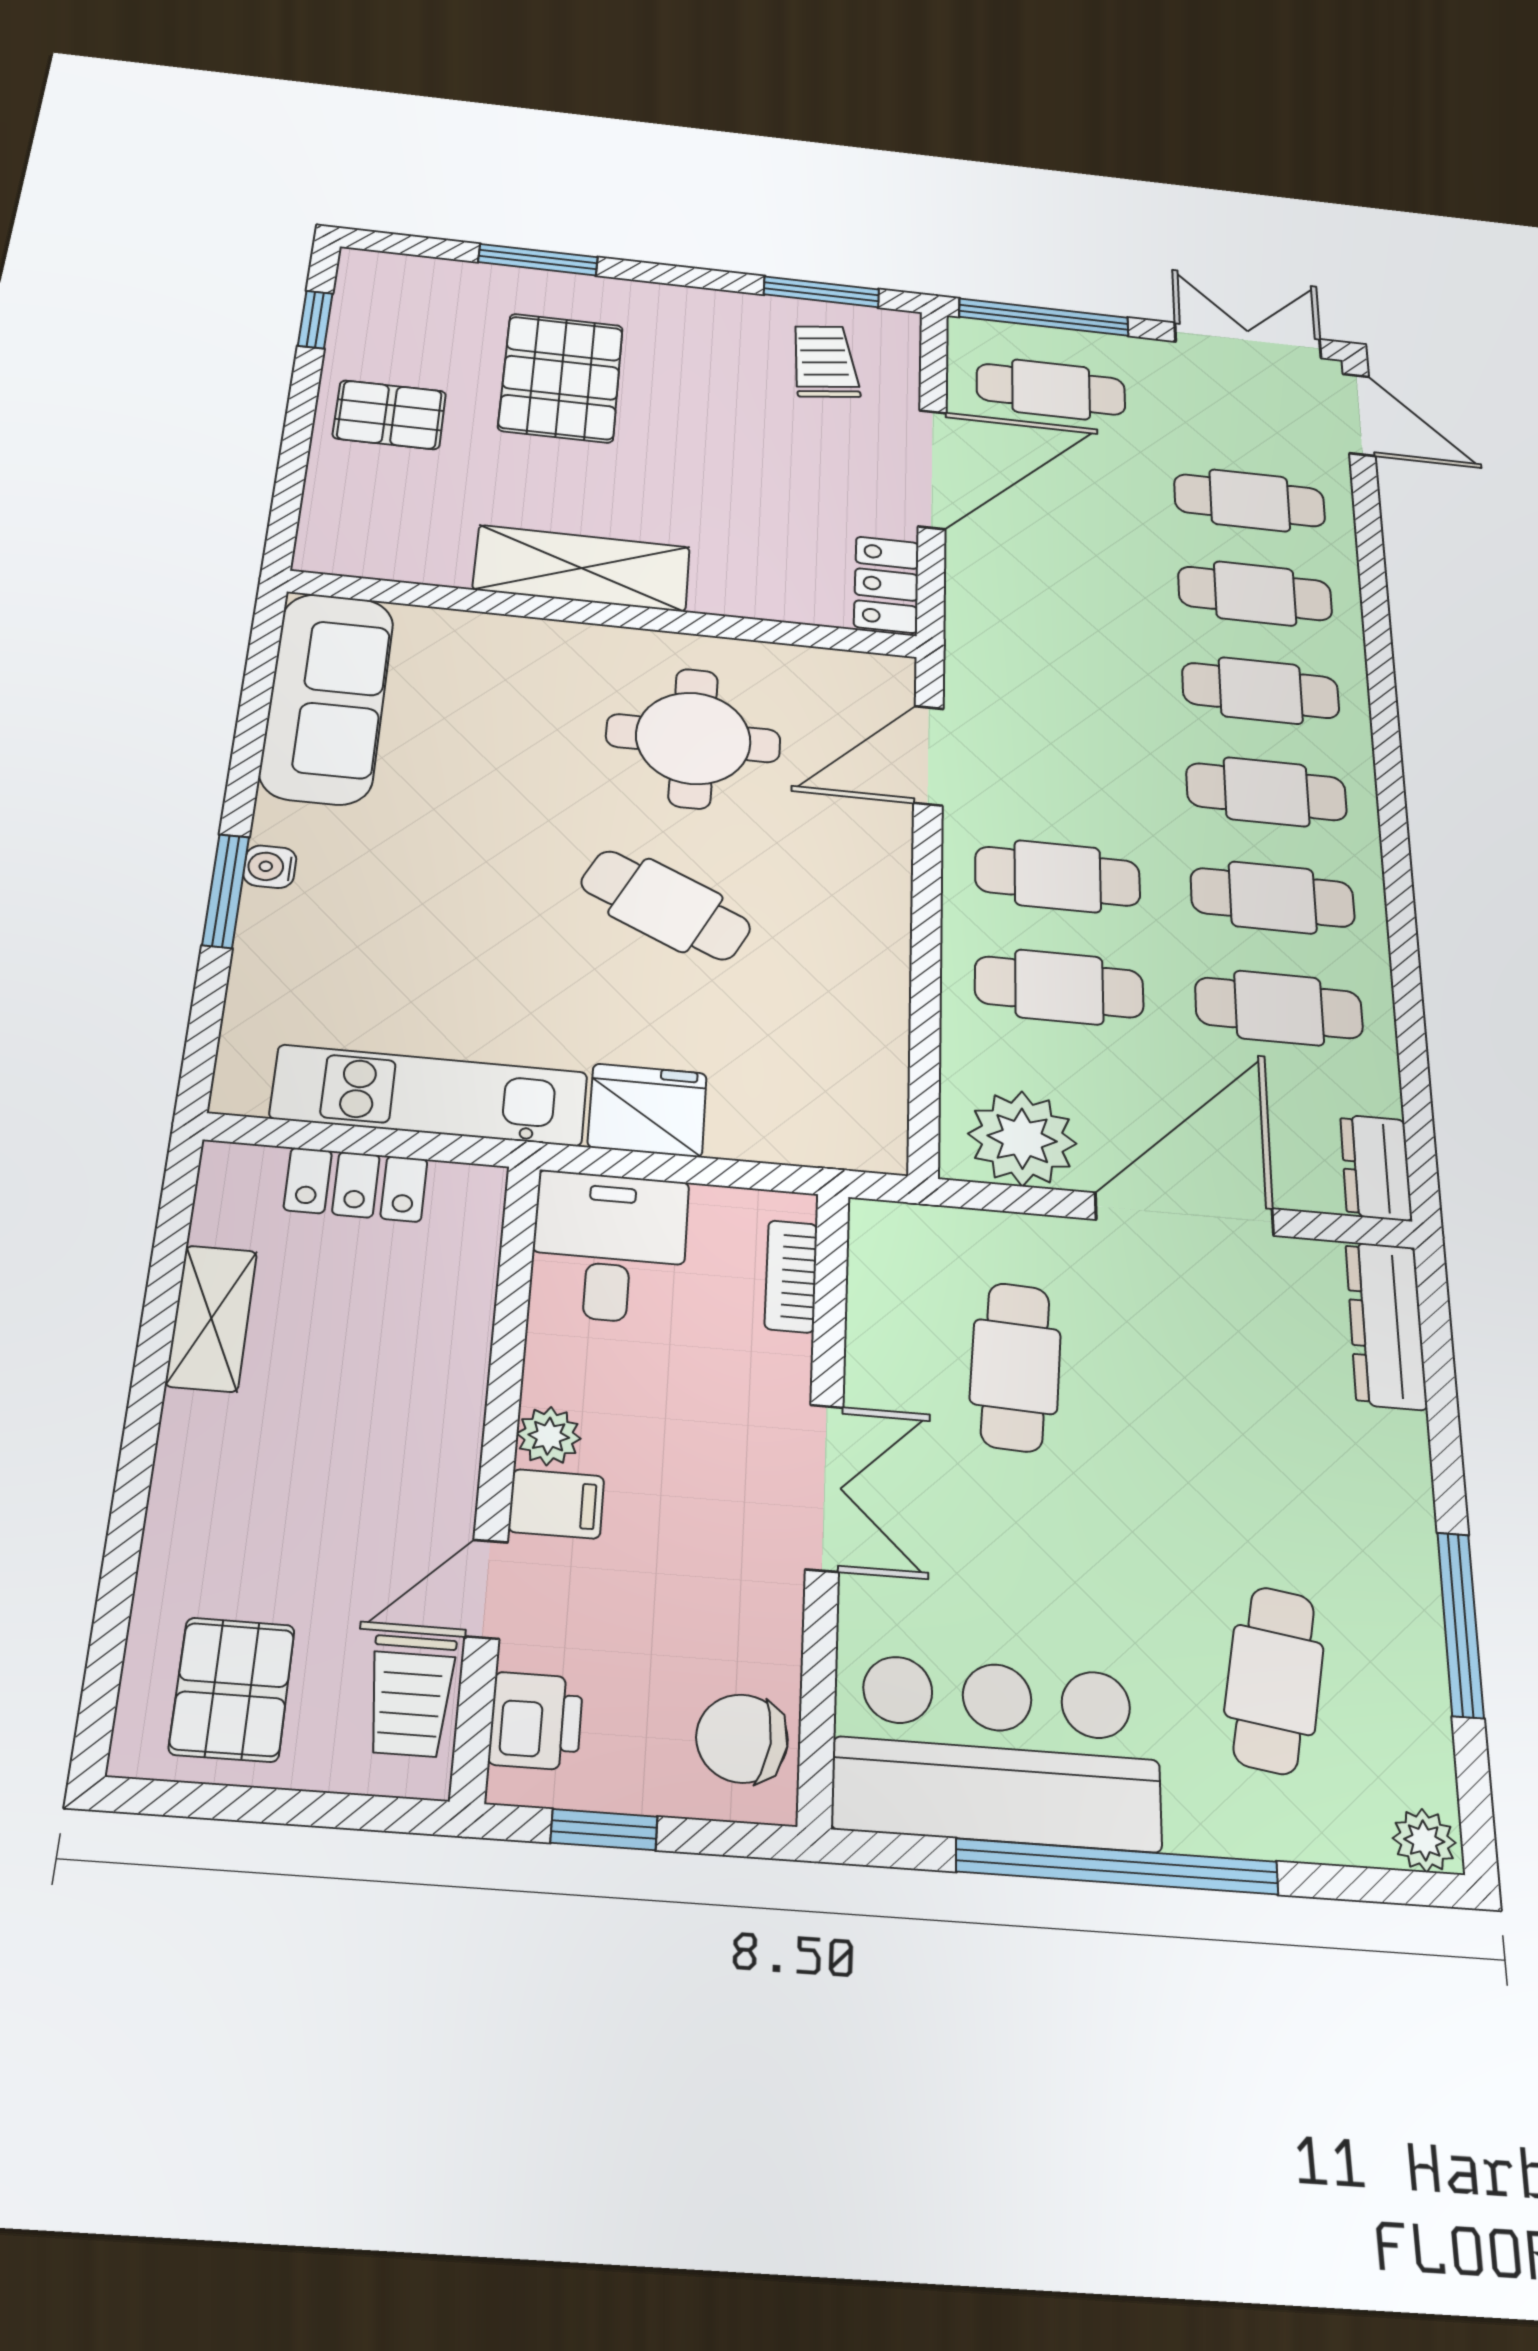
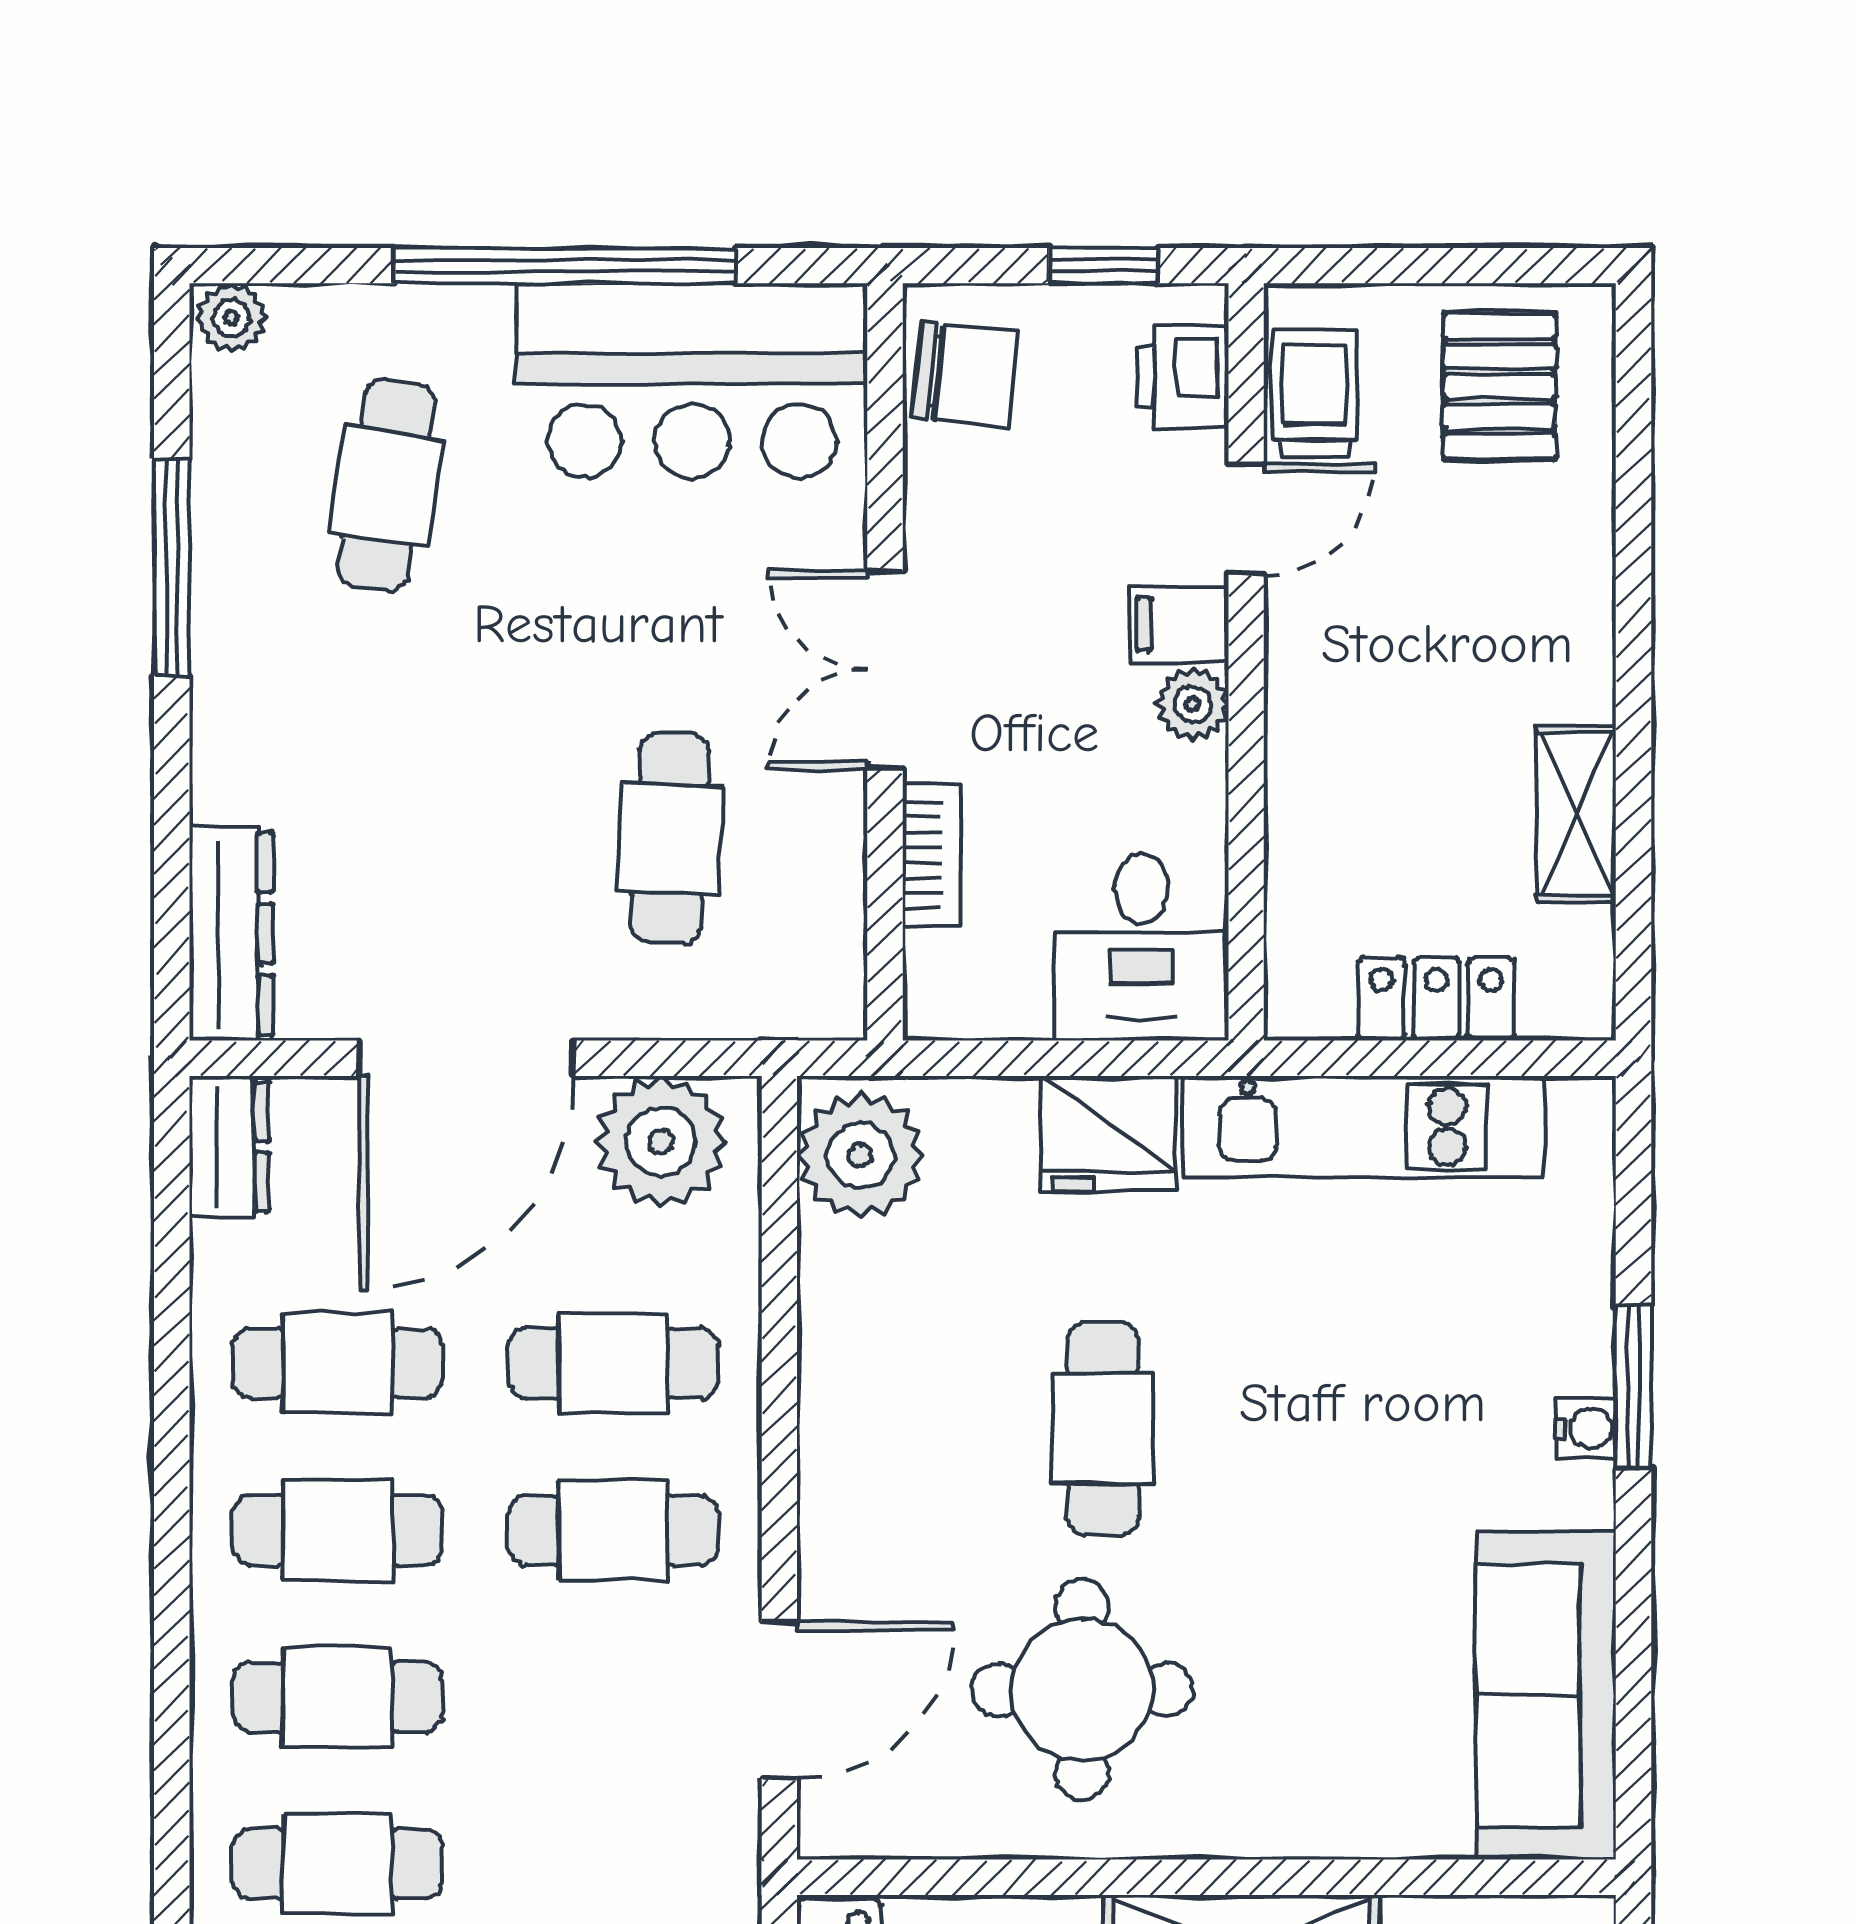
cafe table: (666, 905) -> (1103, 1428), turned 64
plant: (857, 1113) -> (860, 1155), added
bookcase: (791, 1276) -> (931, 855), moved

